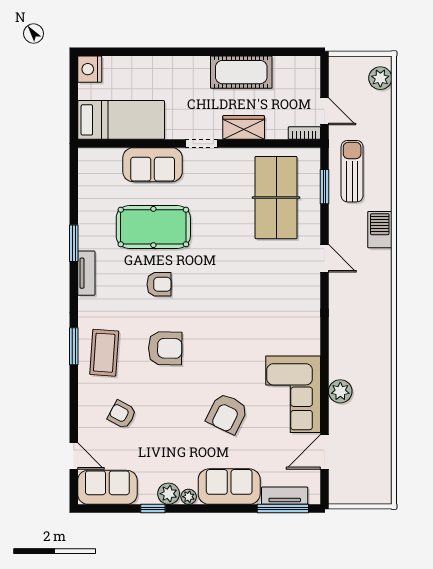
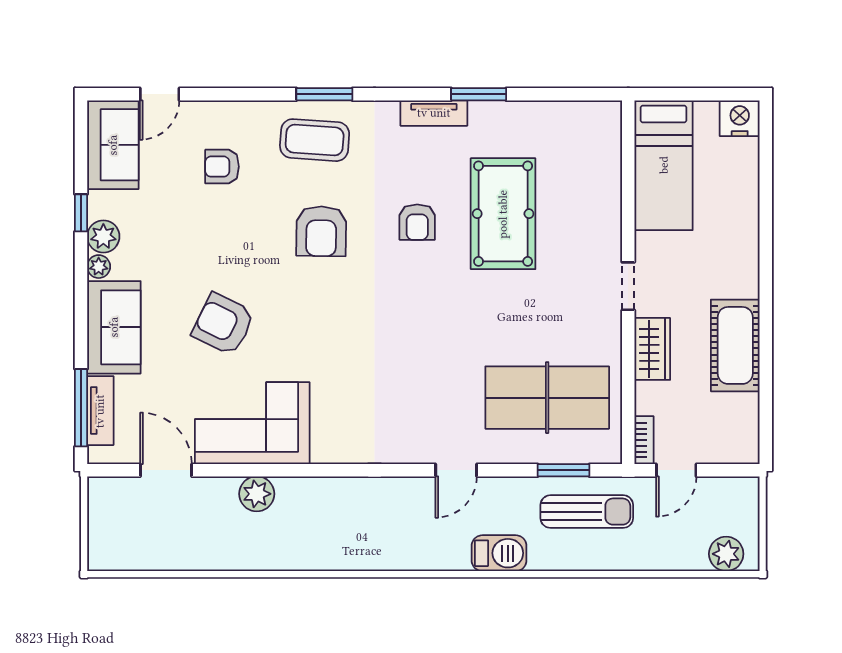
sofa: (153, 165) -> (596, 213), removed
armchair: (122, 414) -> (222, 167), turned -118

